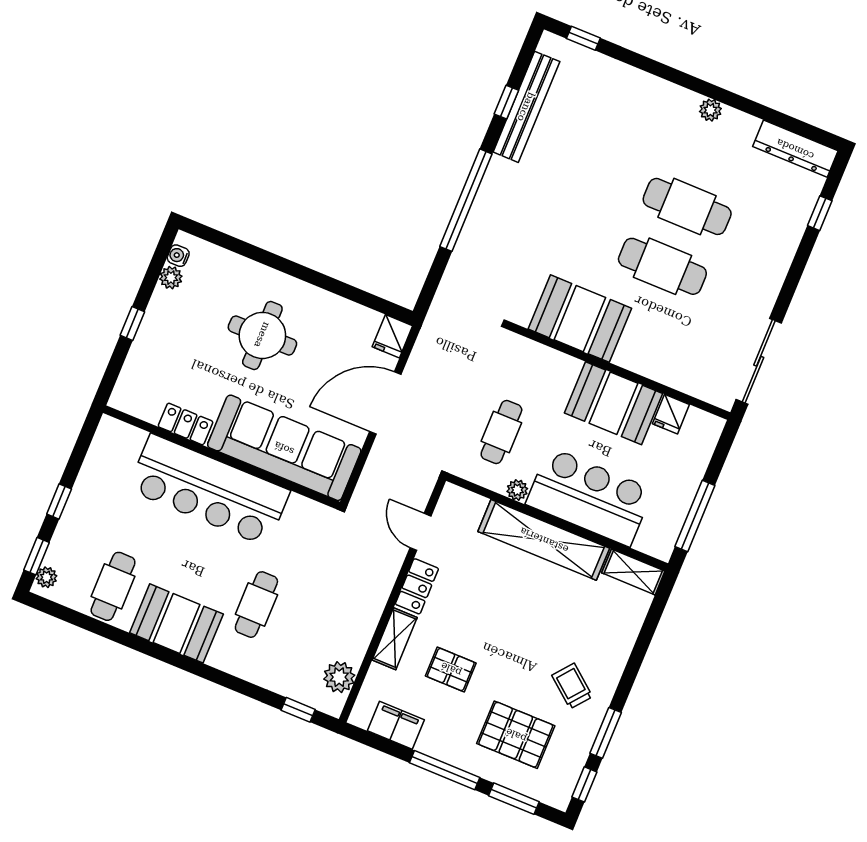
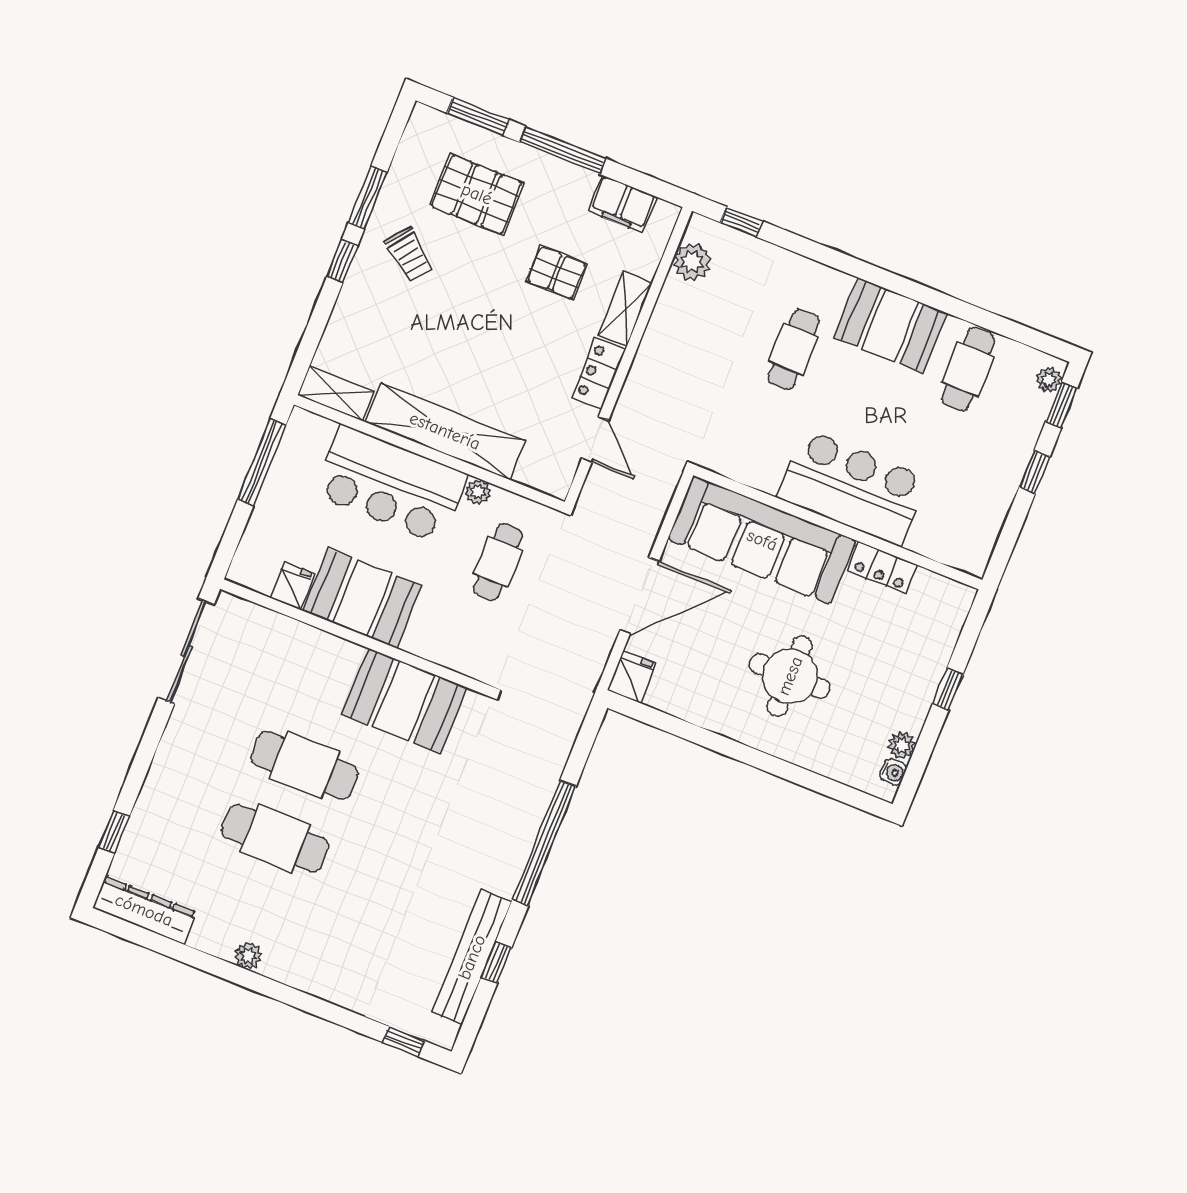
bar counter: (209, 490) -> (853, 488), width x0.73
window: (584, 784) -> (342, 261), moved

